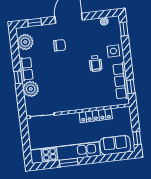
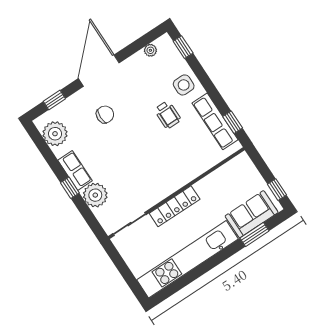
locker: (96, 116) -> (175, 206), moved
window: (69, 163) -> (255, 234), moved

